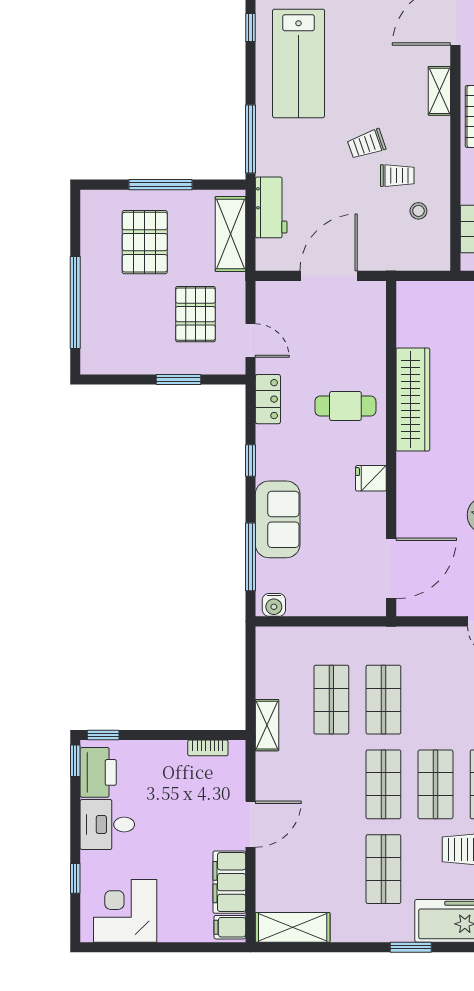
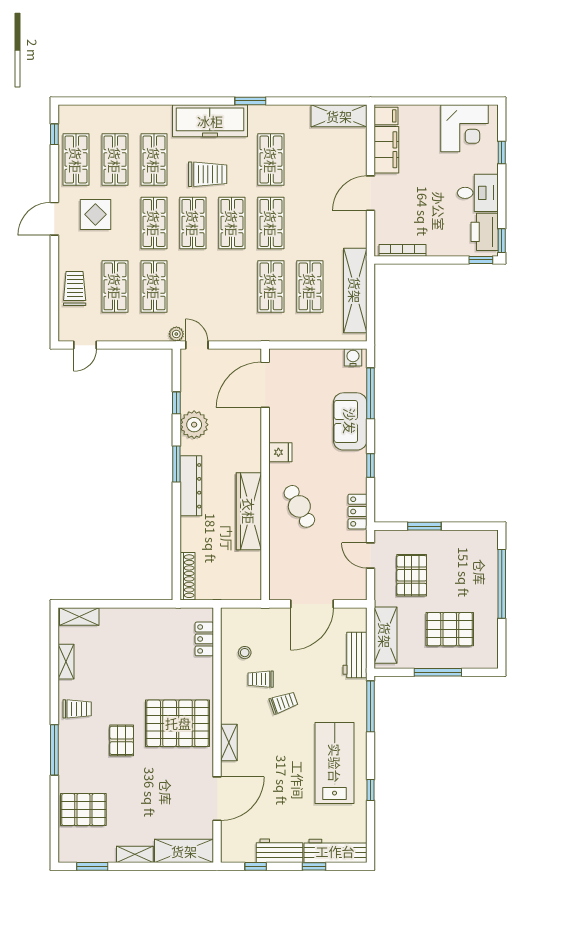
pallet: (145, 242) -> (450, 629), turned 90
cafe table: (345, 406) -> (299, 506), turned 61
shelving: (267, 725) -> (355, 290), width x2.20, depth x1.33
bookcase: (208, 748) -> (402, 250), width x1.56

